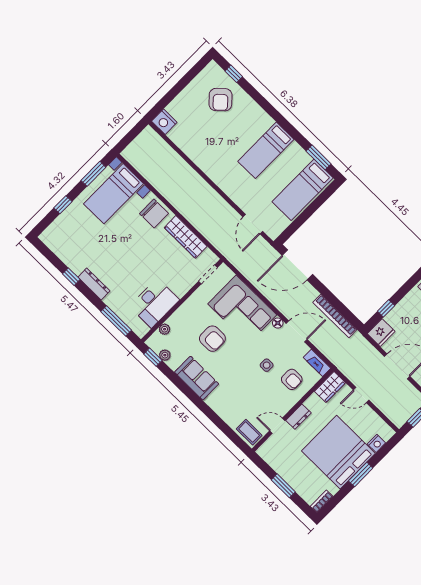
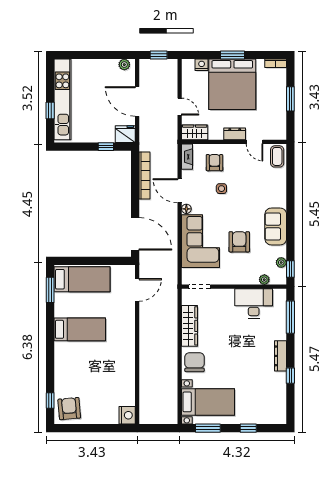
armchair: (220, 100) -> (69, 409), moved, turned -52

